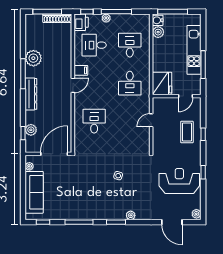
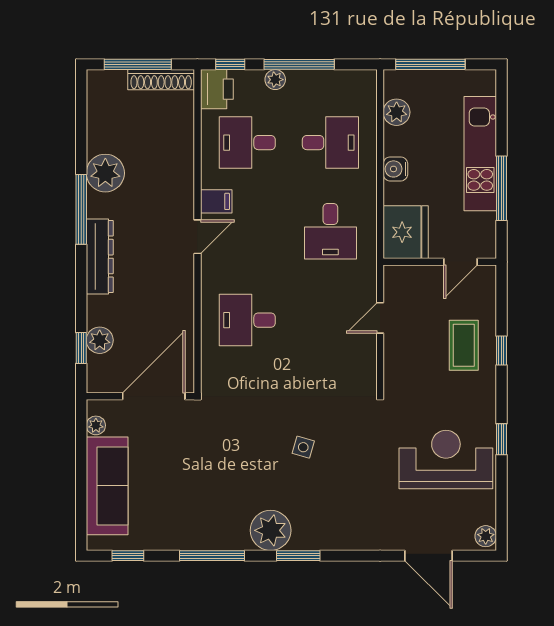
water cooler: (158, 20) -> (395, 169), moved
desk: (130, 45) -> (330, 143), turned 90
desk: (94, 121) -> (247, 320), turned -90
plant: (131, 215) -> (271, 530), moved, width x1.88, depth x1.88

